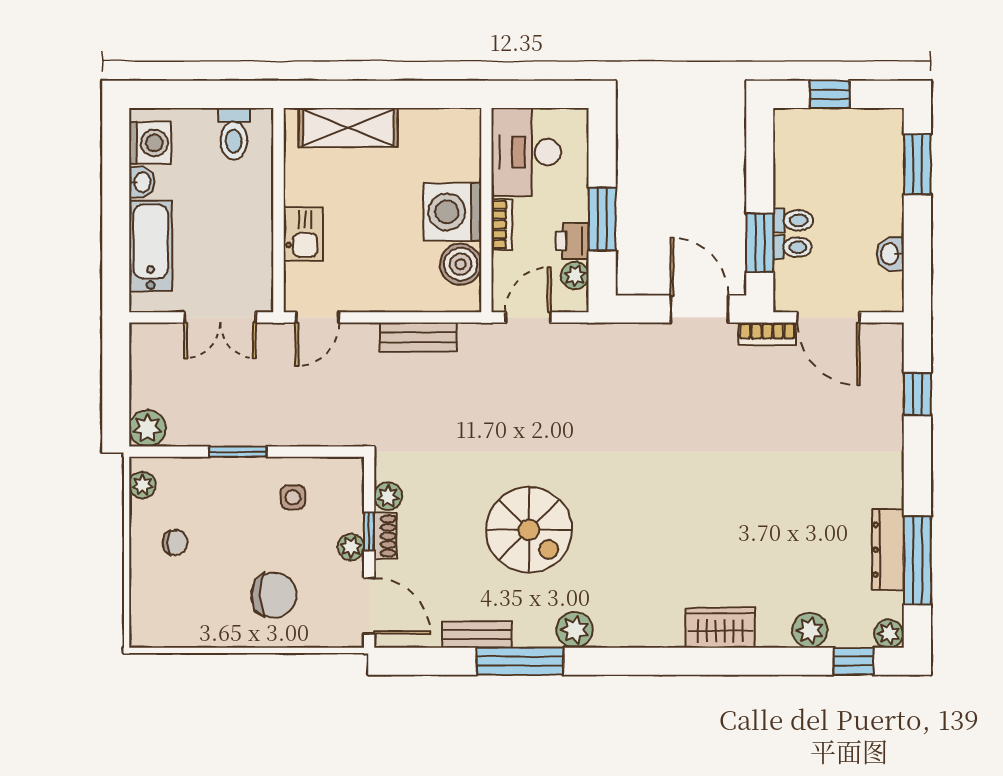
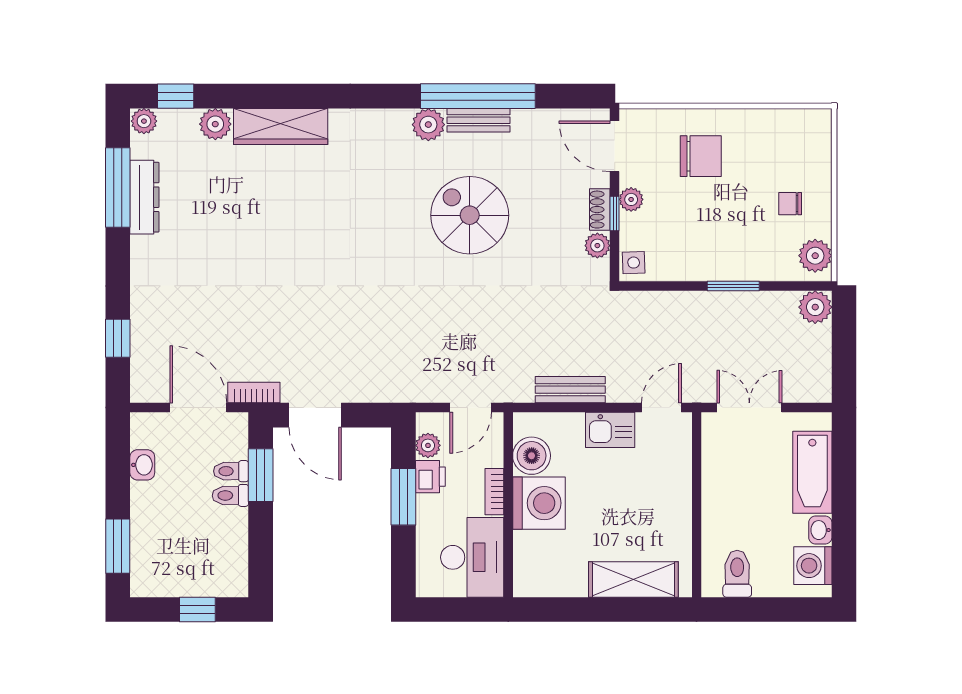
kitchen sink: (303, 234) -> (610, 430), moved, turned -90
plant: (143, 485) -> (815, 256), width x1.38, depth x1.38
side table: (293, 497) -> (634, 263), moved
chair: (274, 595) -> (701, 156), turned 180
wardrobe: (720, 628) -> (281, 126), width x1.50
bench: (477, 635) -> (478, 120), moved
window: (520, 661) -> (478, 96), width x1.46

